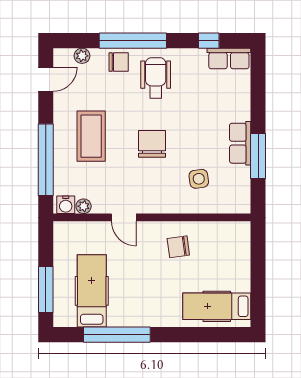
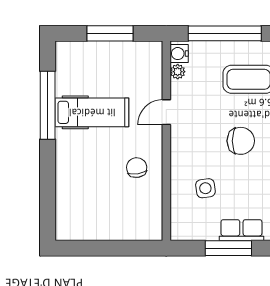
window: (46, 290) -> (110, 33), moved
hospital bed: (92, 291) -> (92, 112), moved
hospital bed: (217, 306) -> (76, 206), removed

